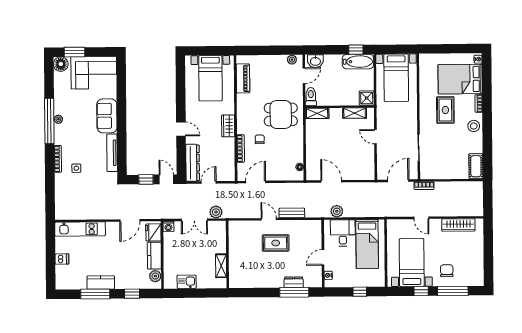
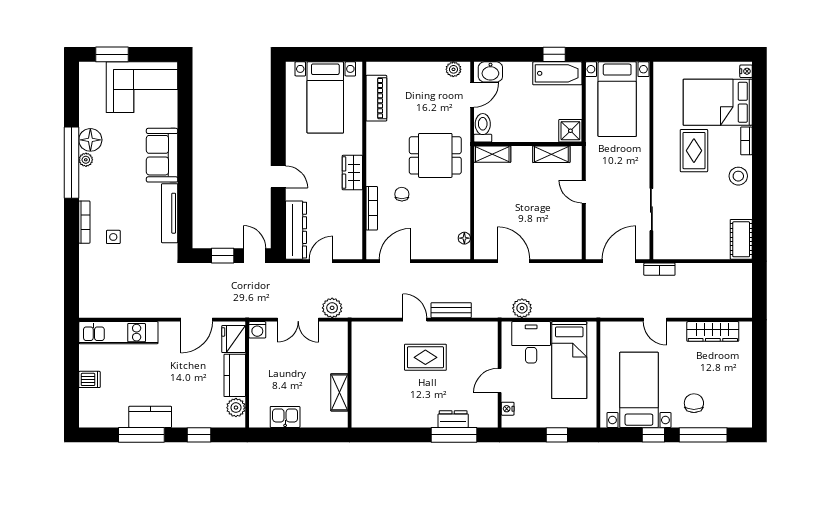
floor lamp: (61, 64) -> (90, 140), moved

